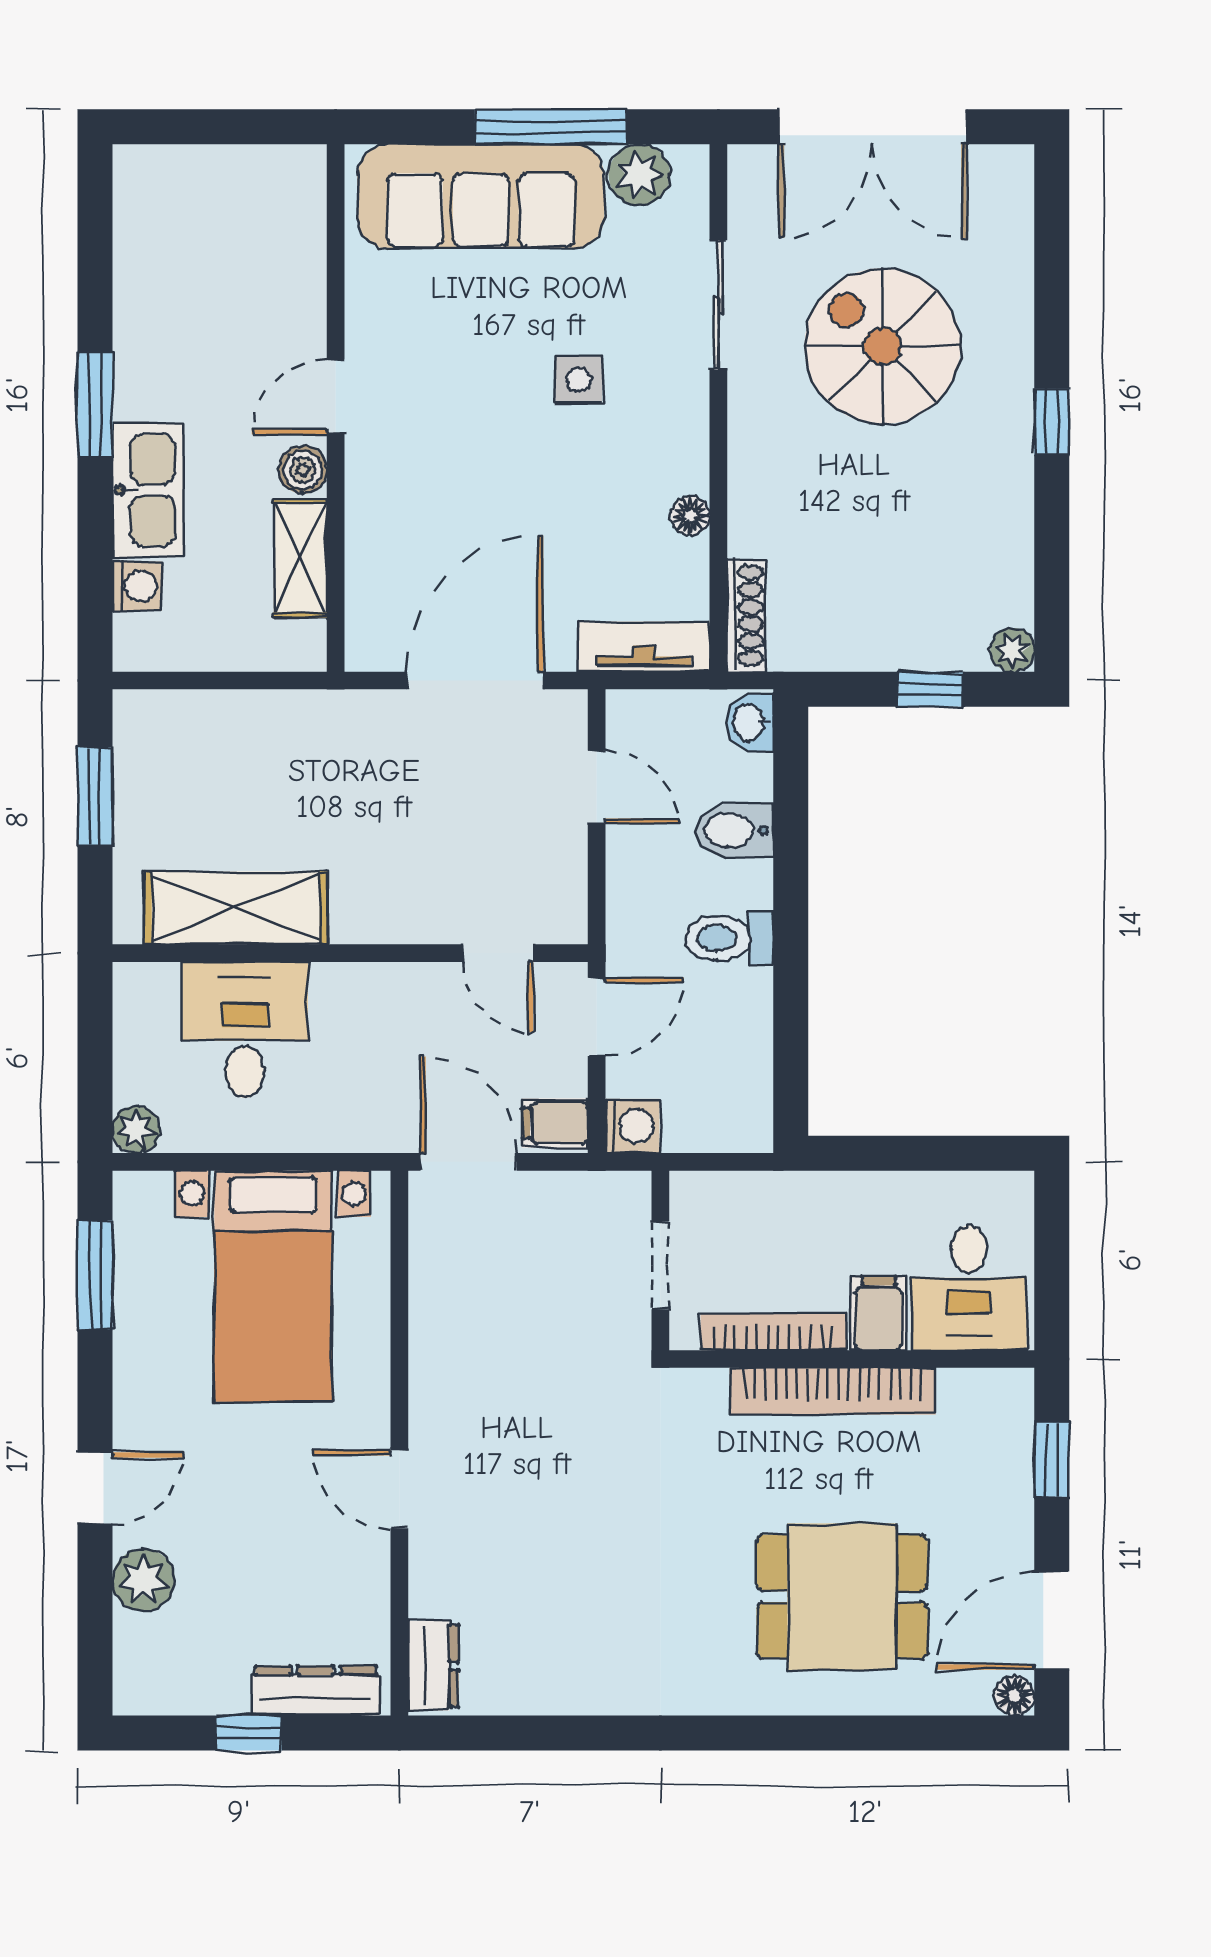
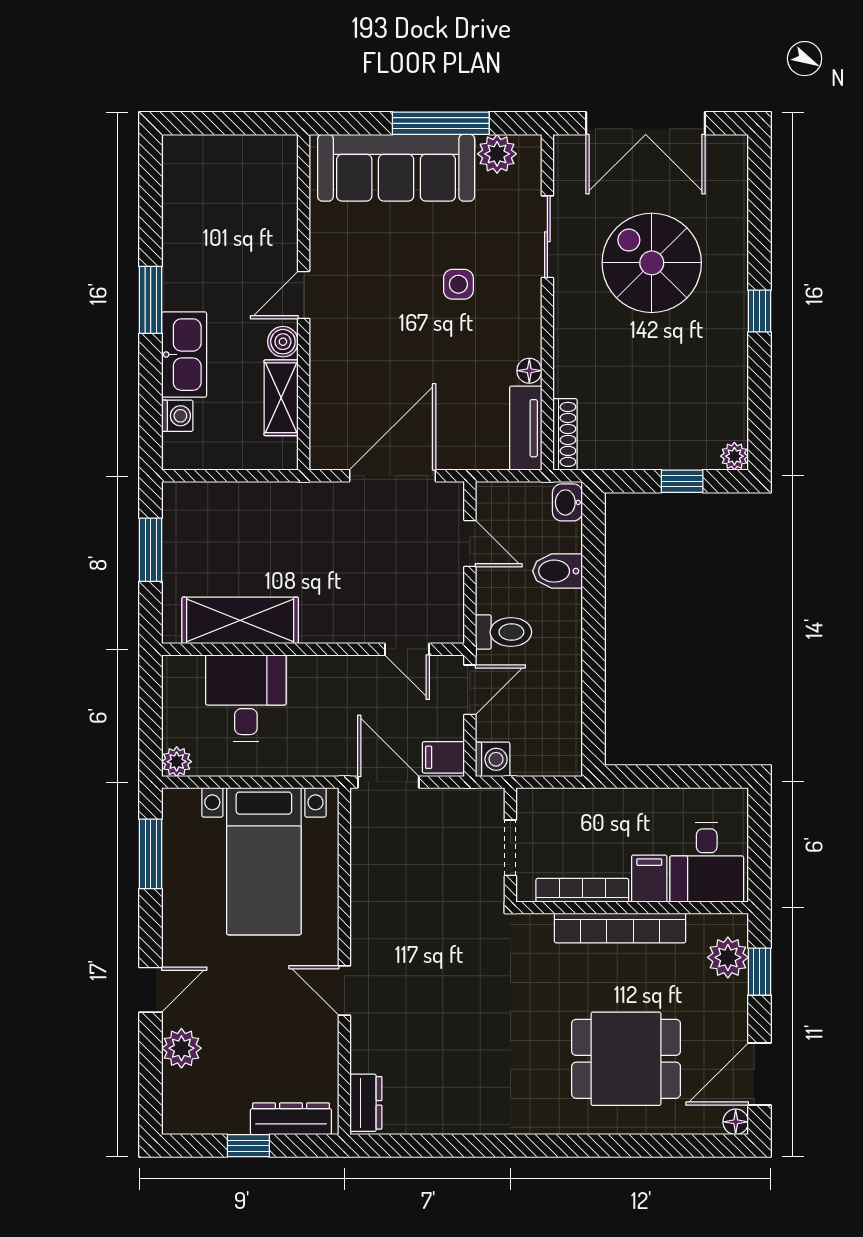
tv unit: (644, 647) -> (526, 428), moved, turned -90
toilet: (729, 938) -> (504, 632), moved, turned 180
plant: (1002, 1437) -> (728, 957), added

